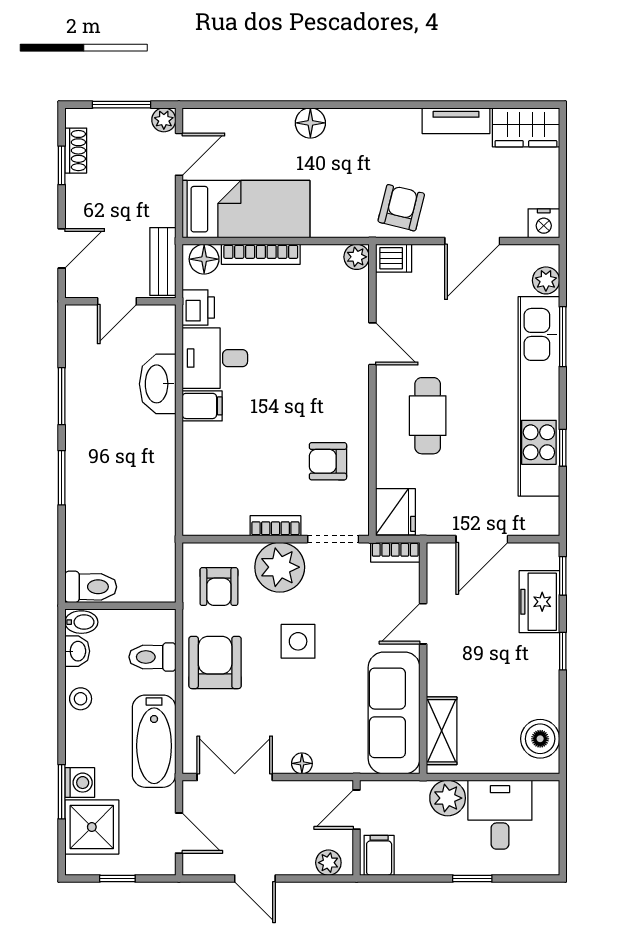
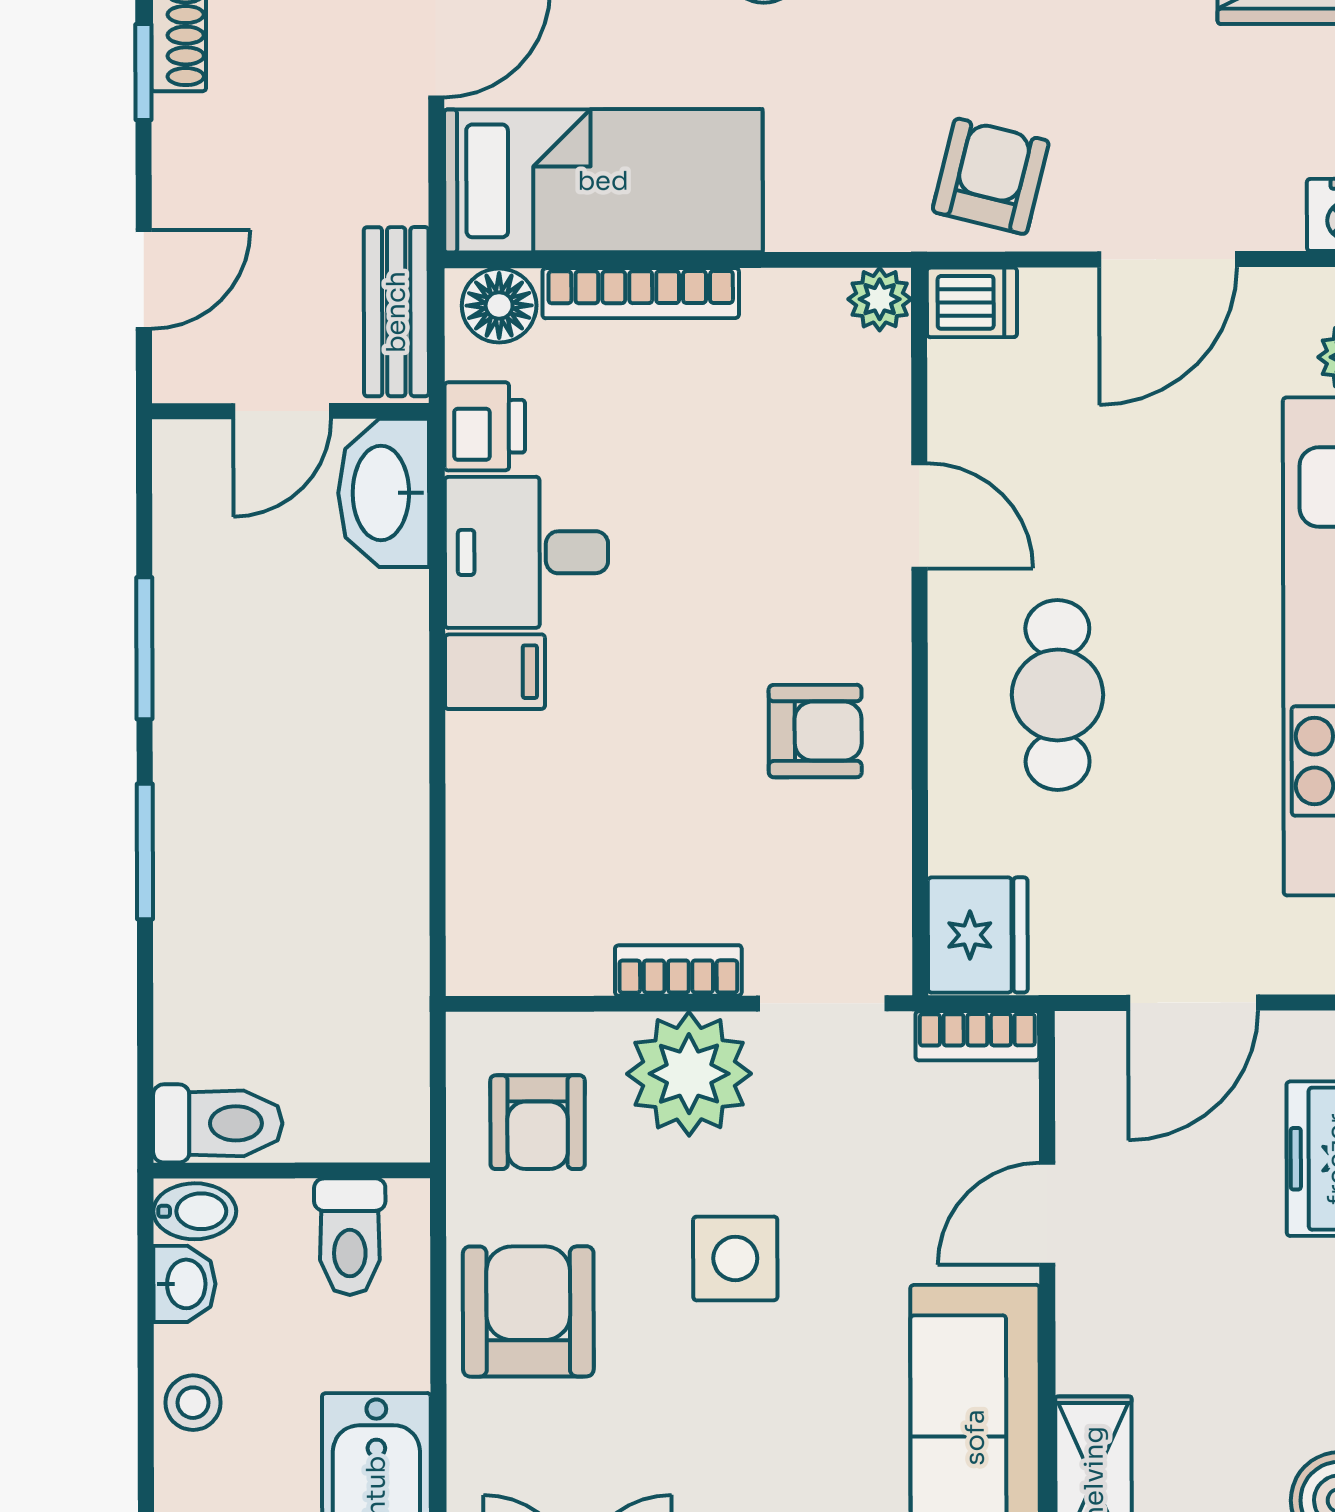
washbasin: (158, 384) -> (384, 493), moved
armchair: (328, 461) -> (815, 731), moved, turned 180
toilet: (152, 657) -> (350, 1237), moved, turned -90

